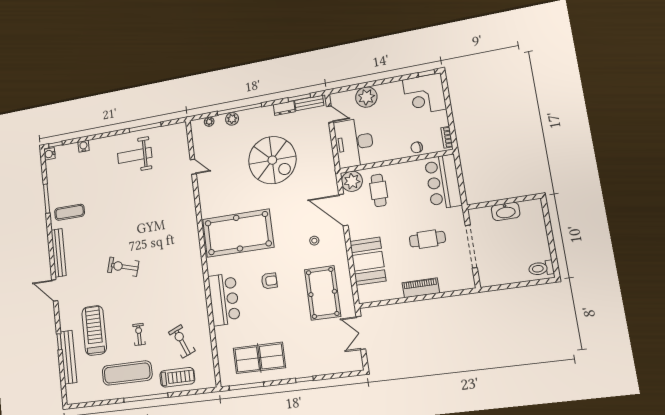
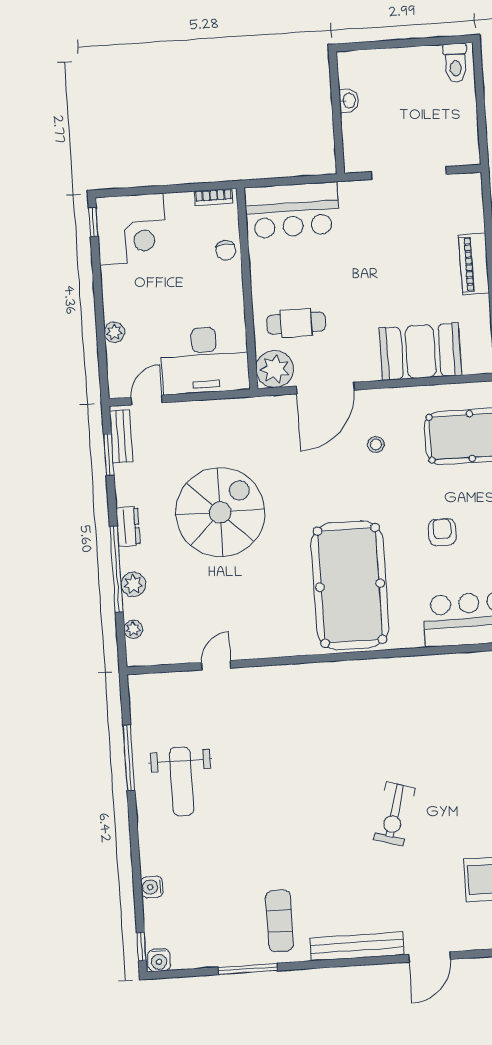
plant: (366, 97) -> (114, 332), width x0.53, depth x0.53
dresser: (284, 108) -> (128, 527), moved
washbasin: (506, 211) -> (349, 101), width x0.52, depth x0.69
cafe table: (427, 239) -> (390, 246), removed

